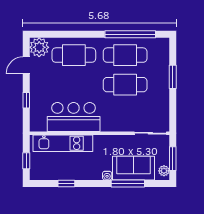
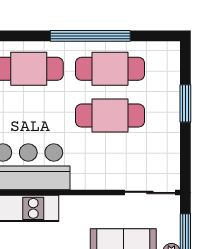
window: (130, 34) -> (90, 36), moved

